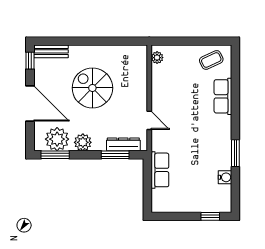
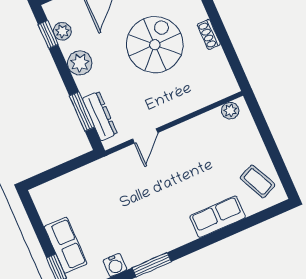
shoe rack: (101, 50) -> (209, 34), added
plant: (57, 139) -> (62, 31), width x0.53, depth x0.53
window: (55, 155) -> (48, 34), width x0.67
row of seats: (160, 170) -> (66, 245), moved, turned -90

